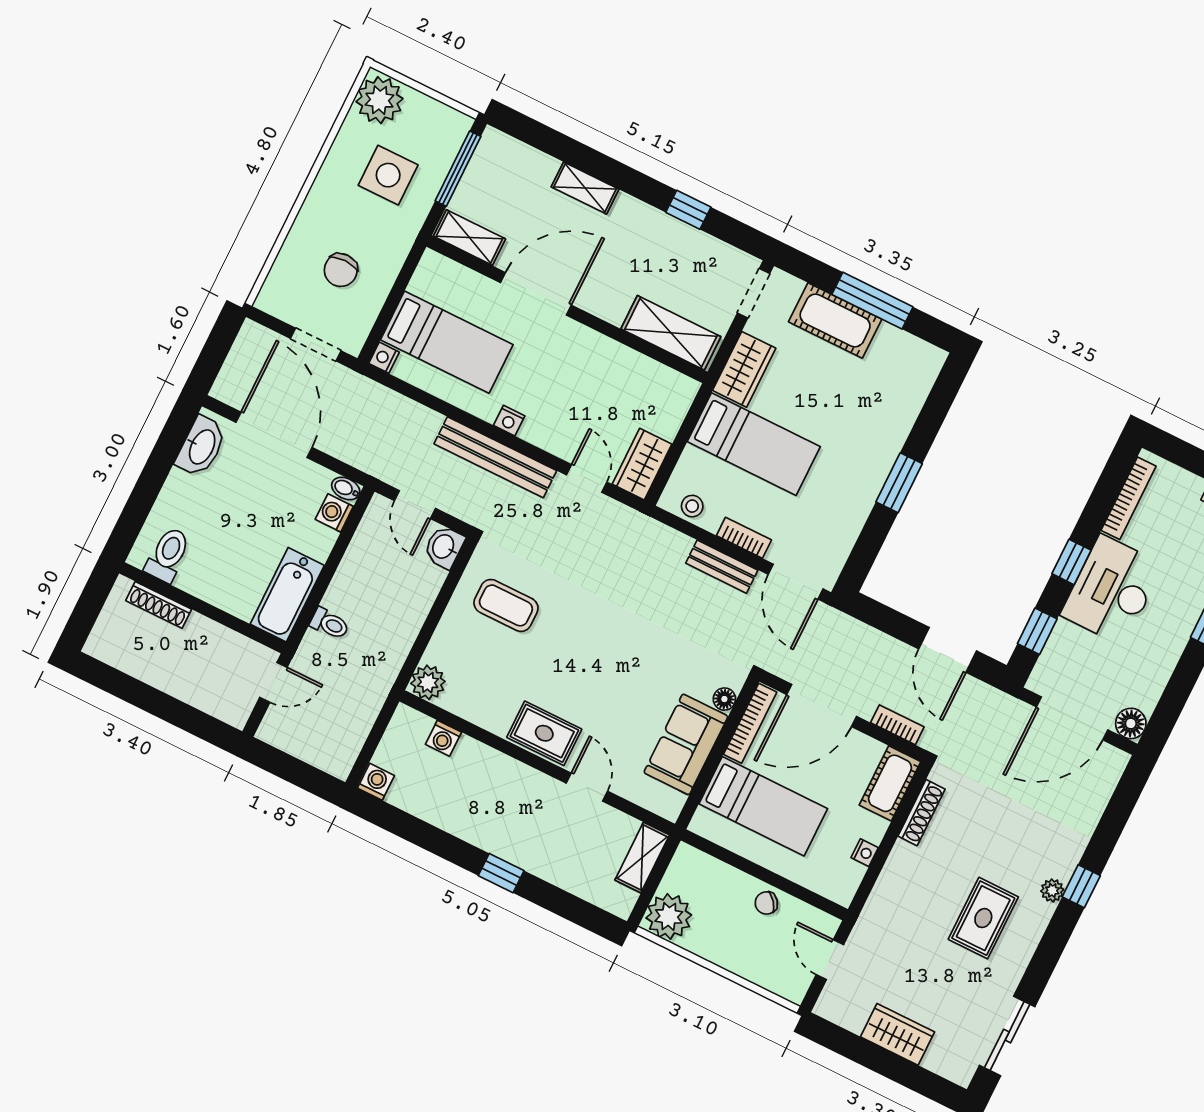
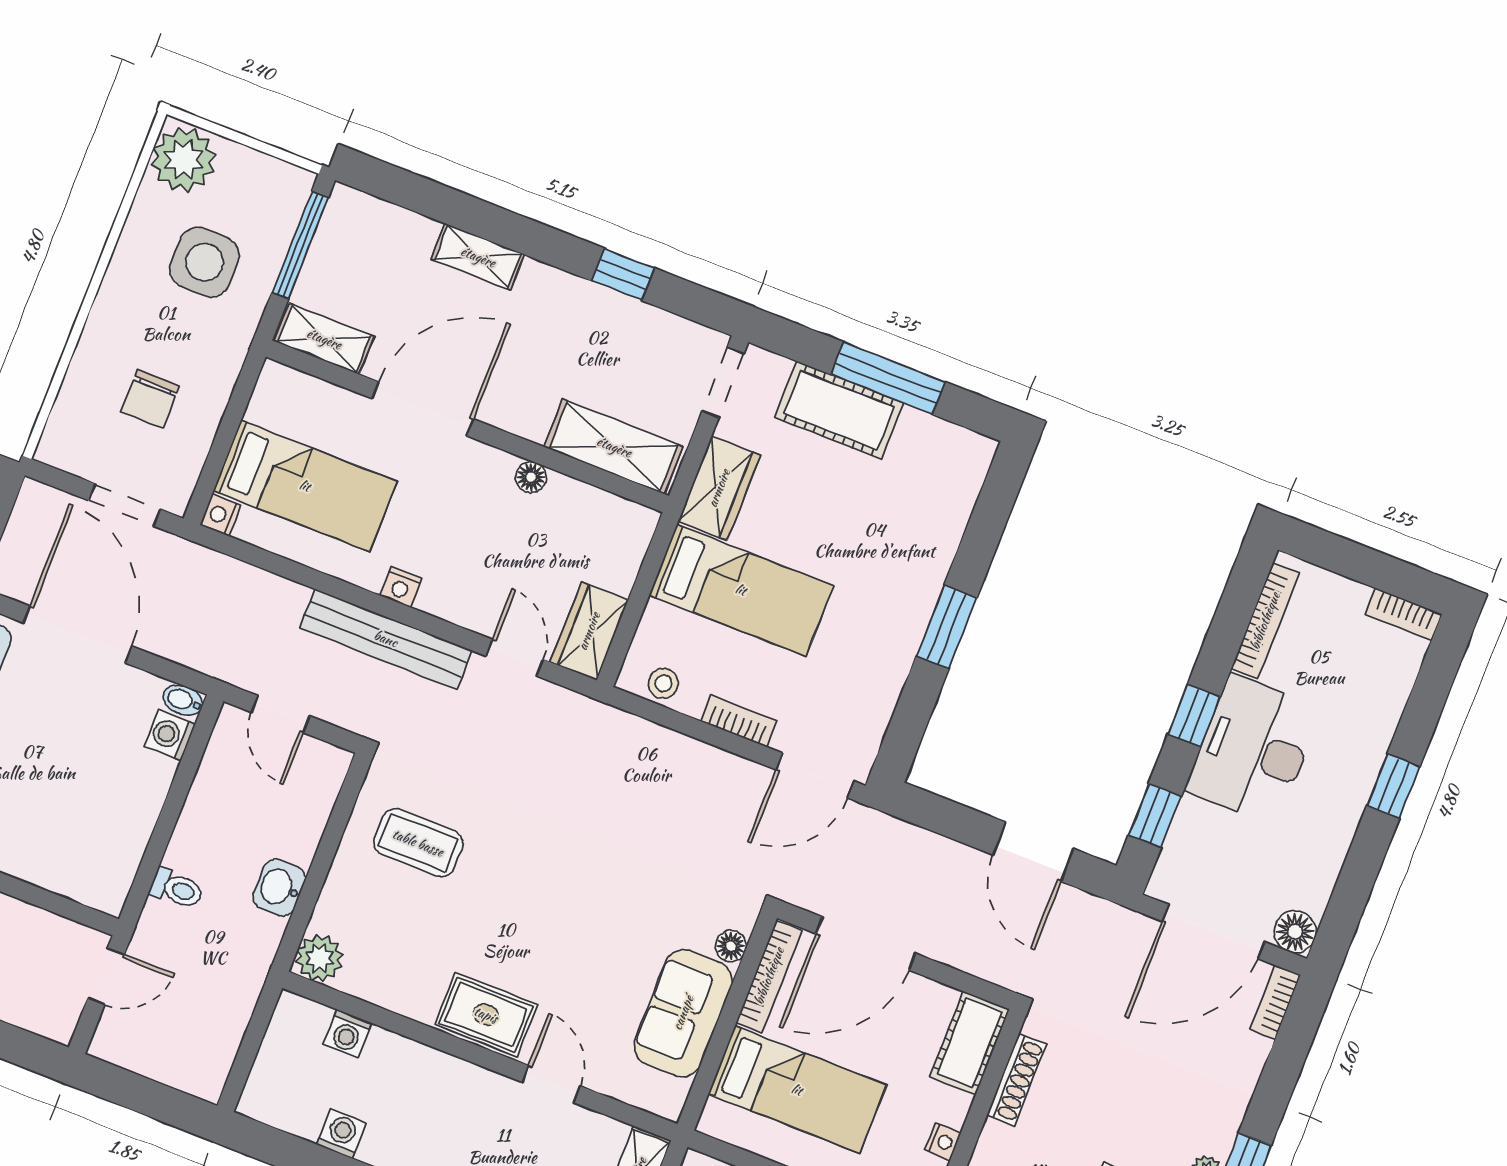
floor lamp: (610, 350) -> (531, 477), added
washbasin: (444, 547) -> (279, 887), moved
bench: (722, 567) -> (712, 763), removed
door: (796, 582) -> (815, 776), hinge flipped
bathtub: (287, 595) -> (115, 854), removed
bookcase: (897, 725) -> (1275, 1002), moved, turned -90
washing machine: (376, 782) -> (341, 1134), moved

